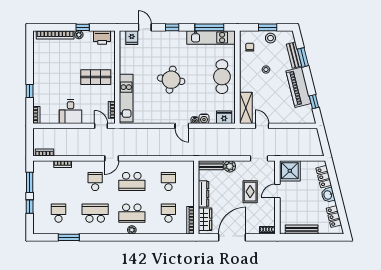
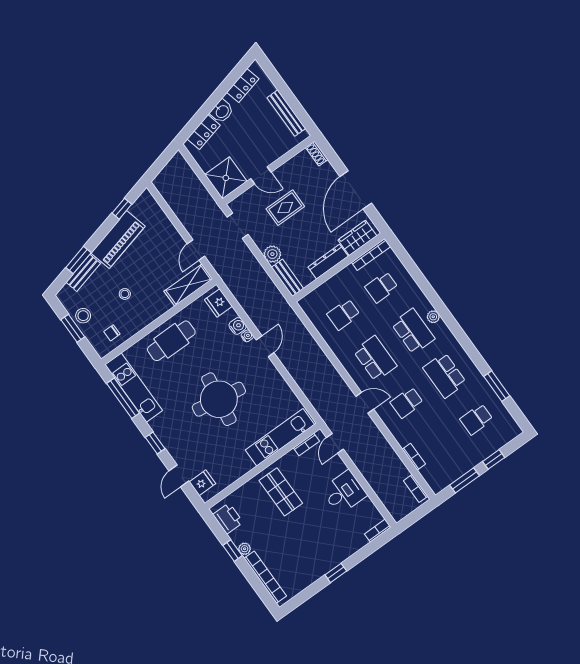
round table: (171, 80) -> (219, 399), width x1.36, depth x1.36
window: (30, 91) -> (336, 573), moved
door: (232, 237) -> (356, 190), hinge flipped

